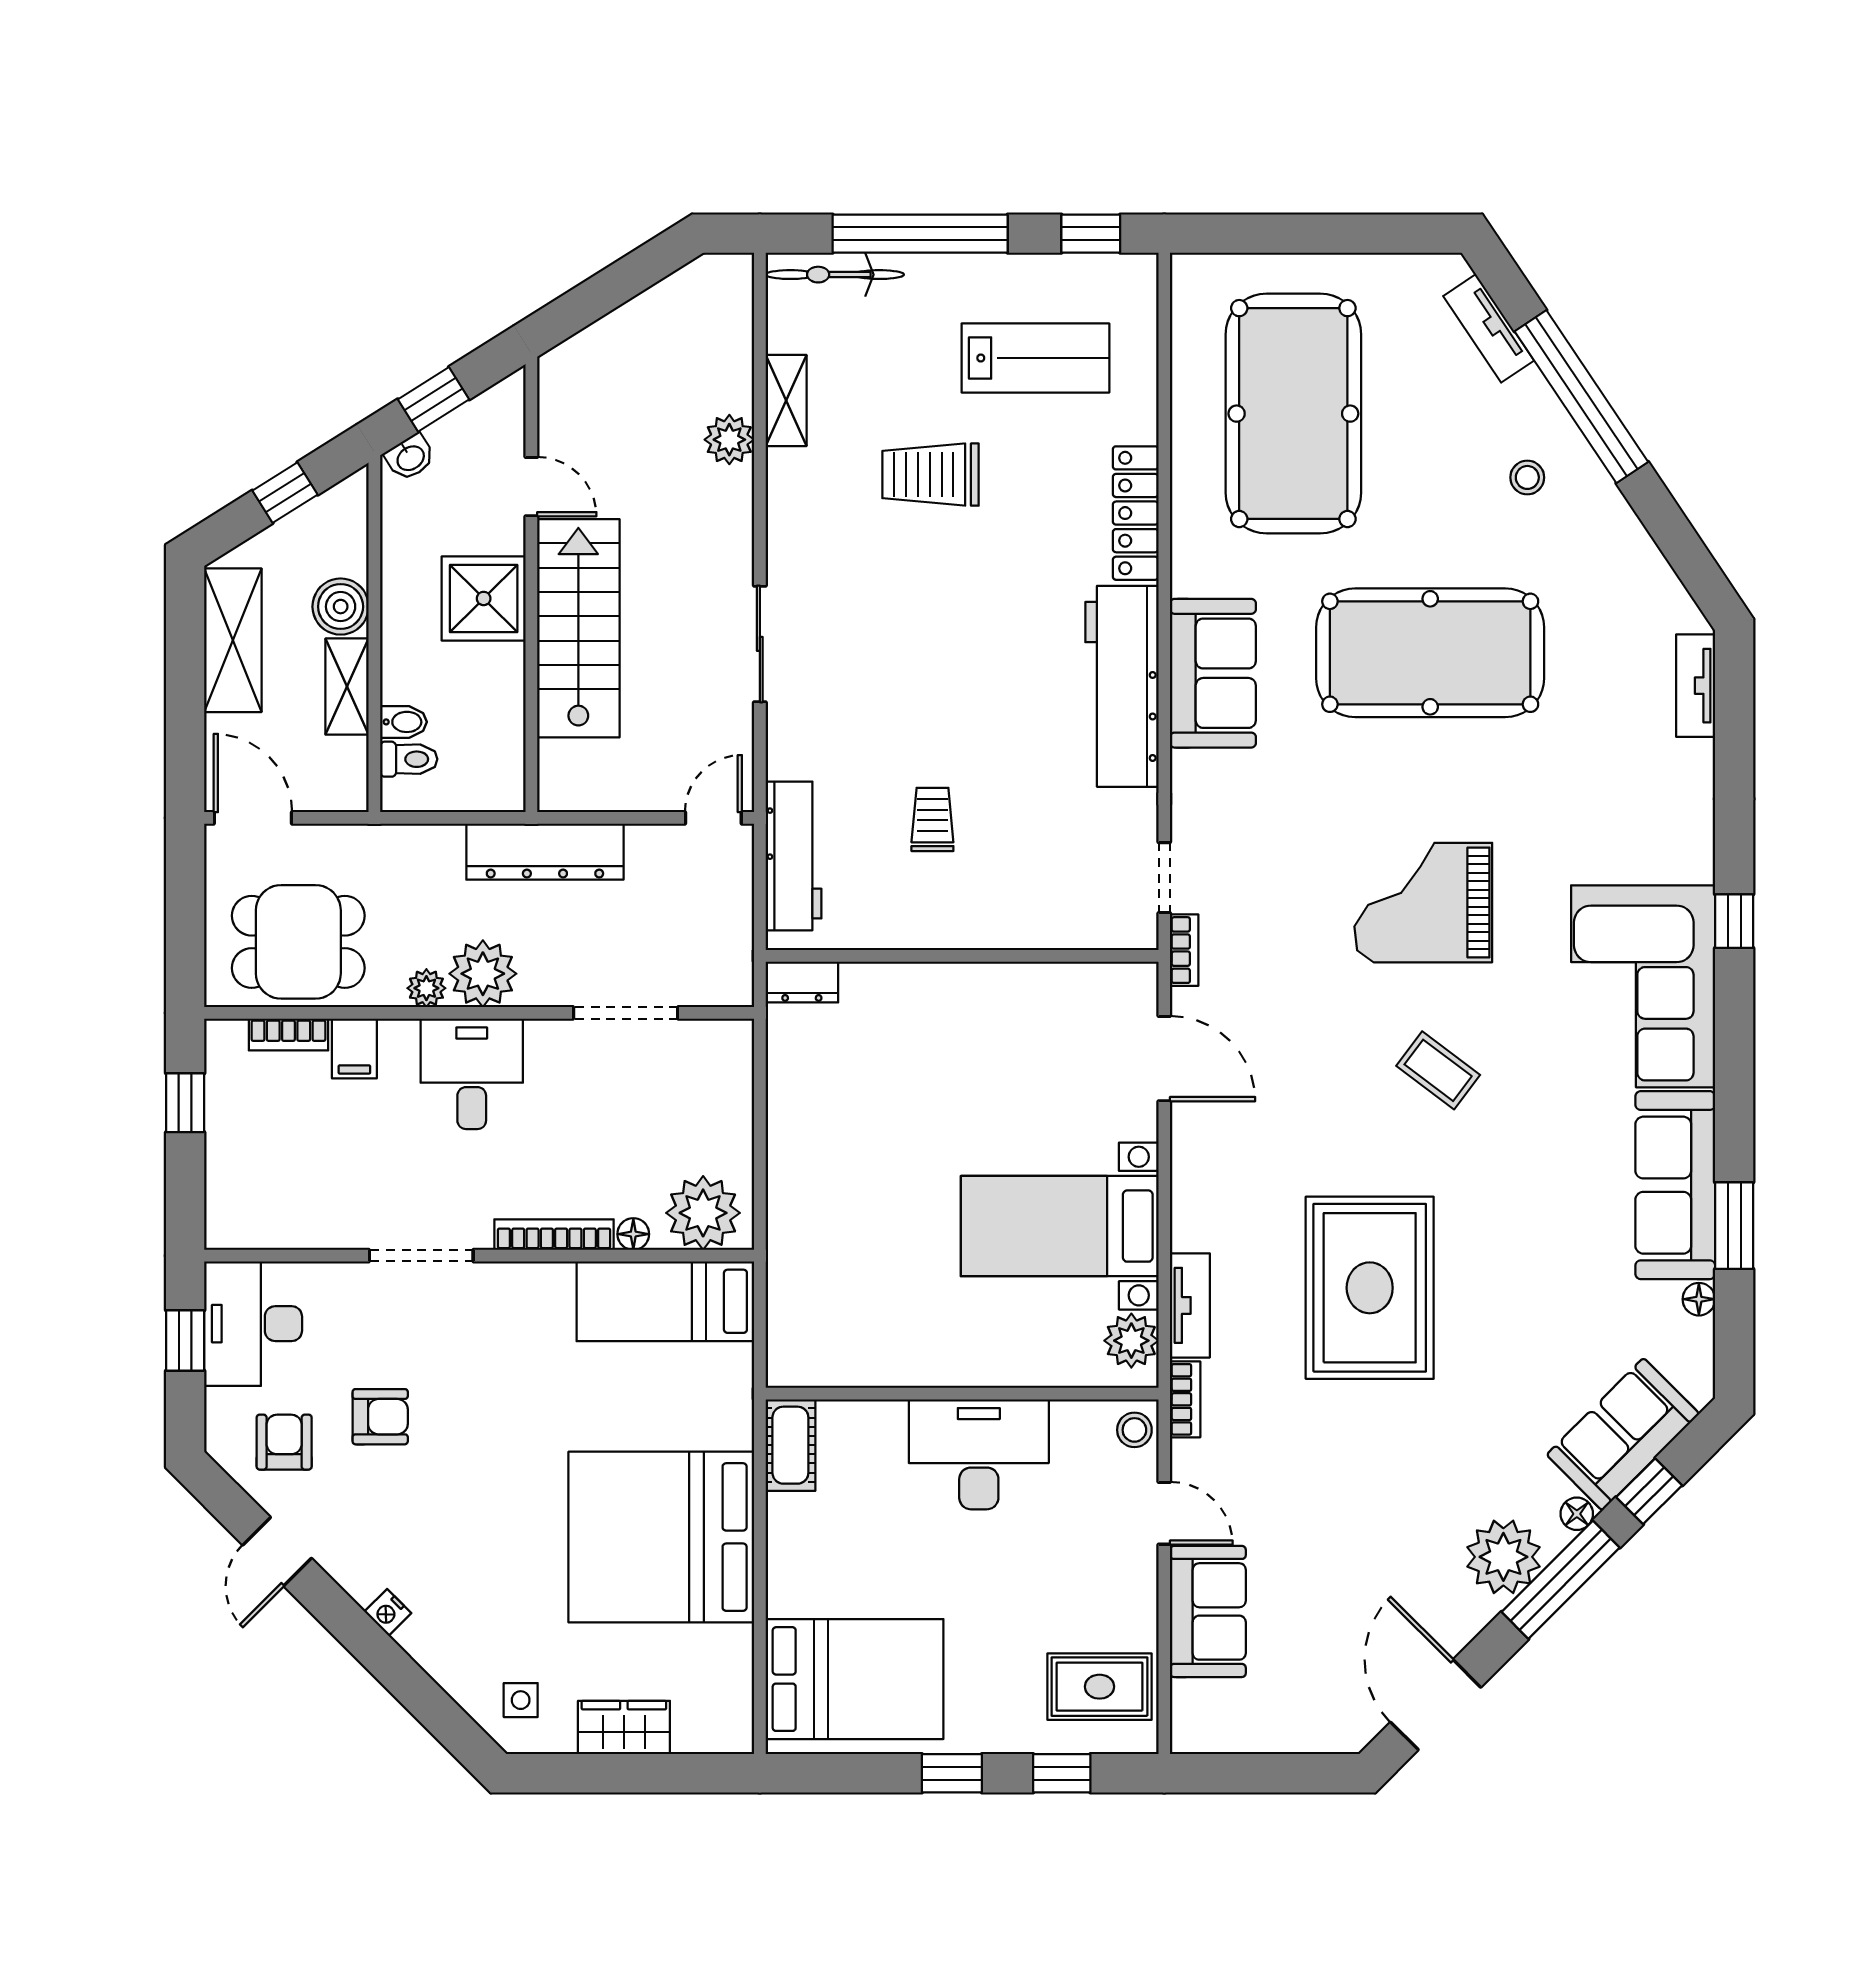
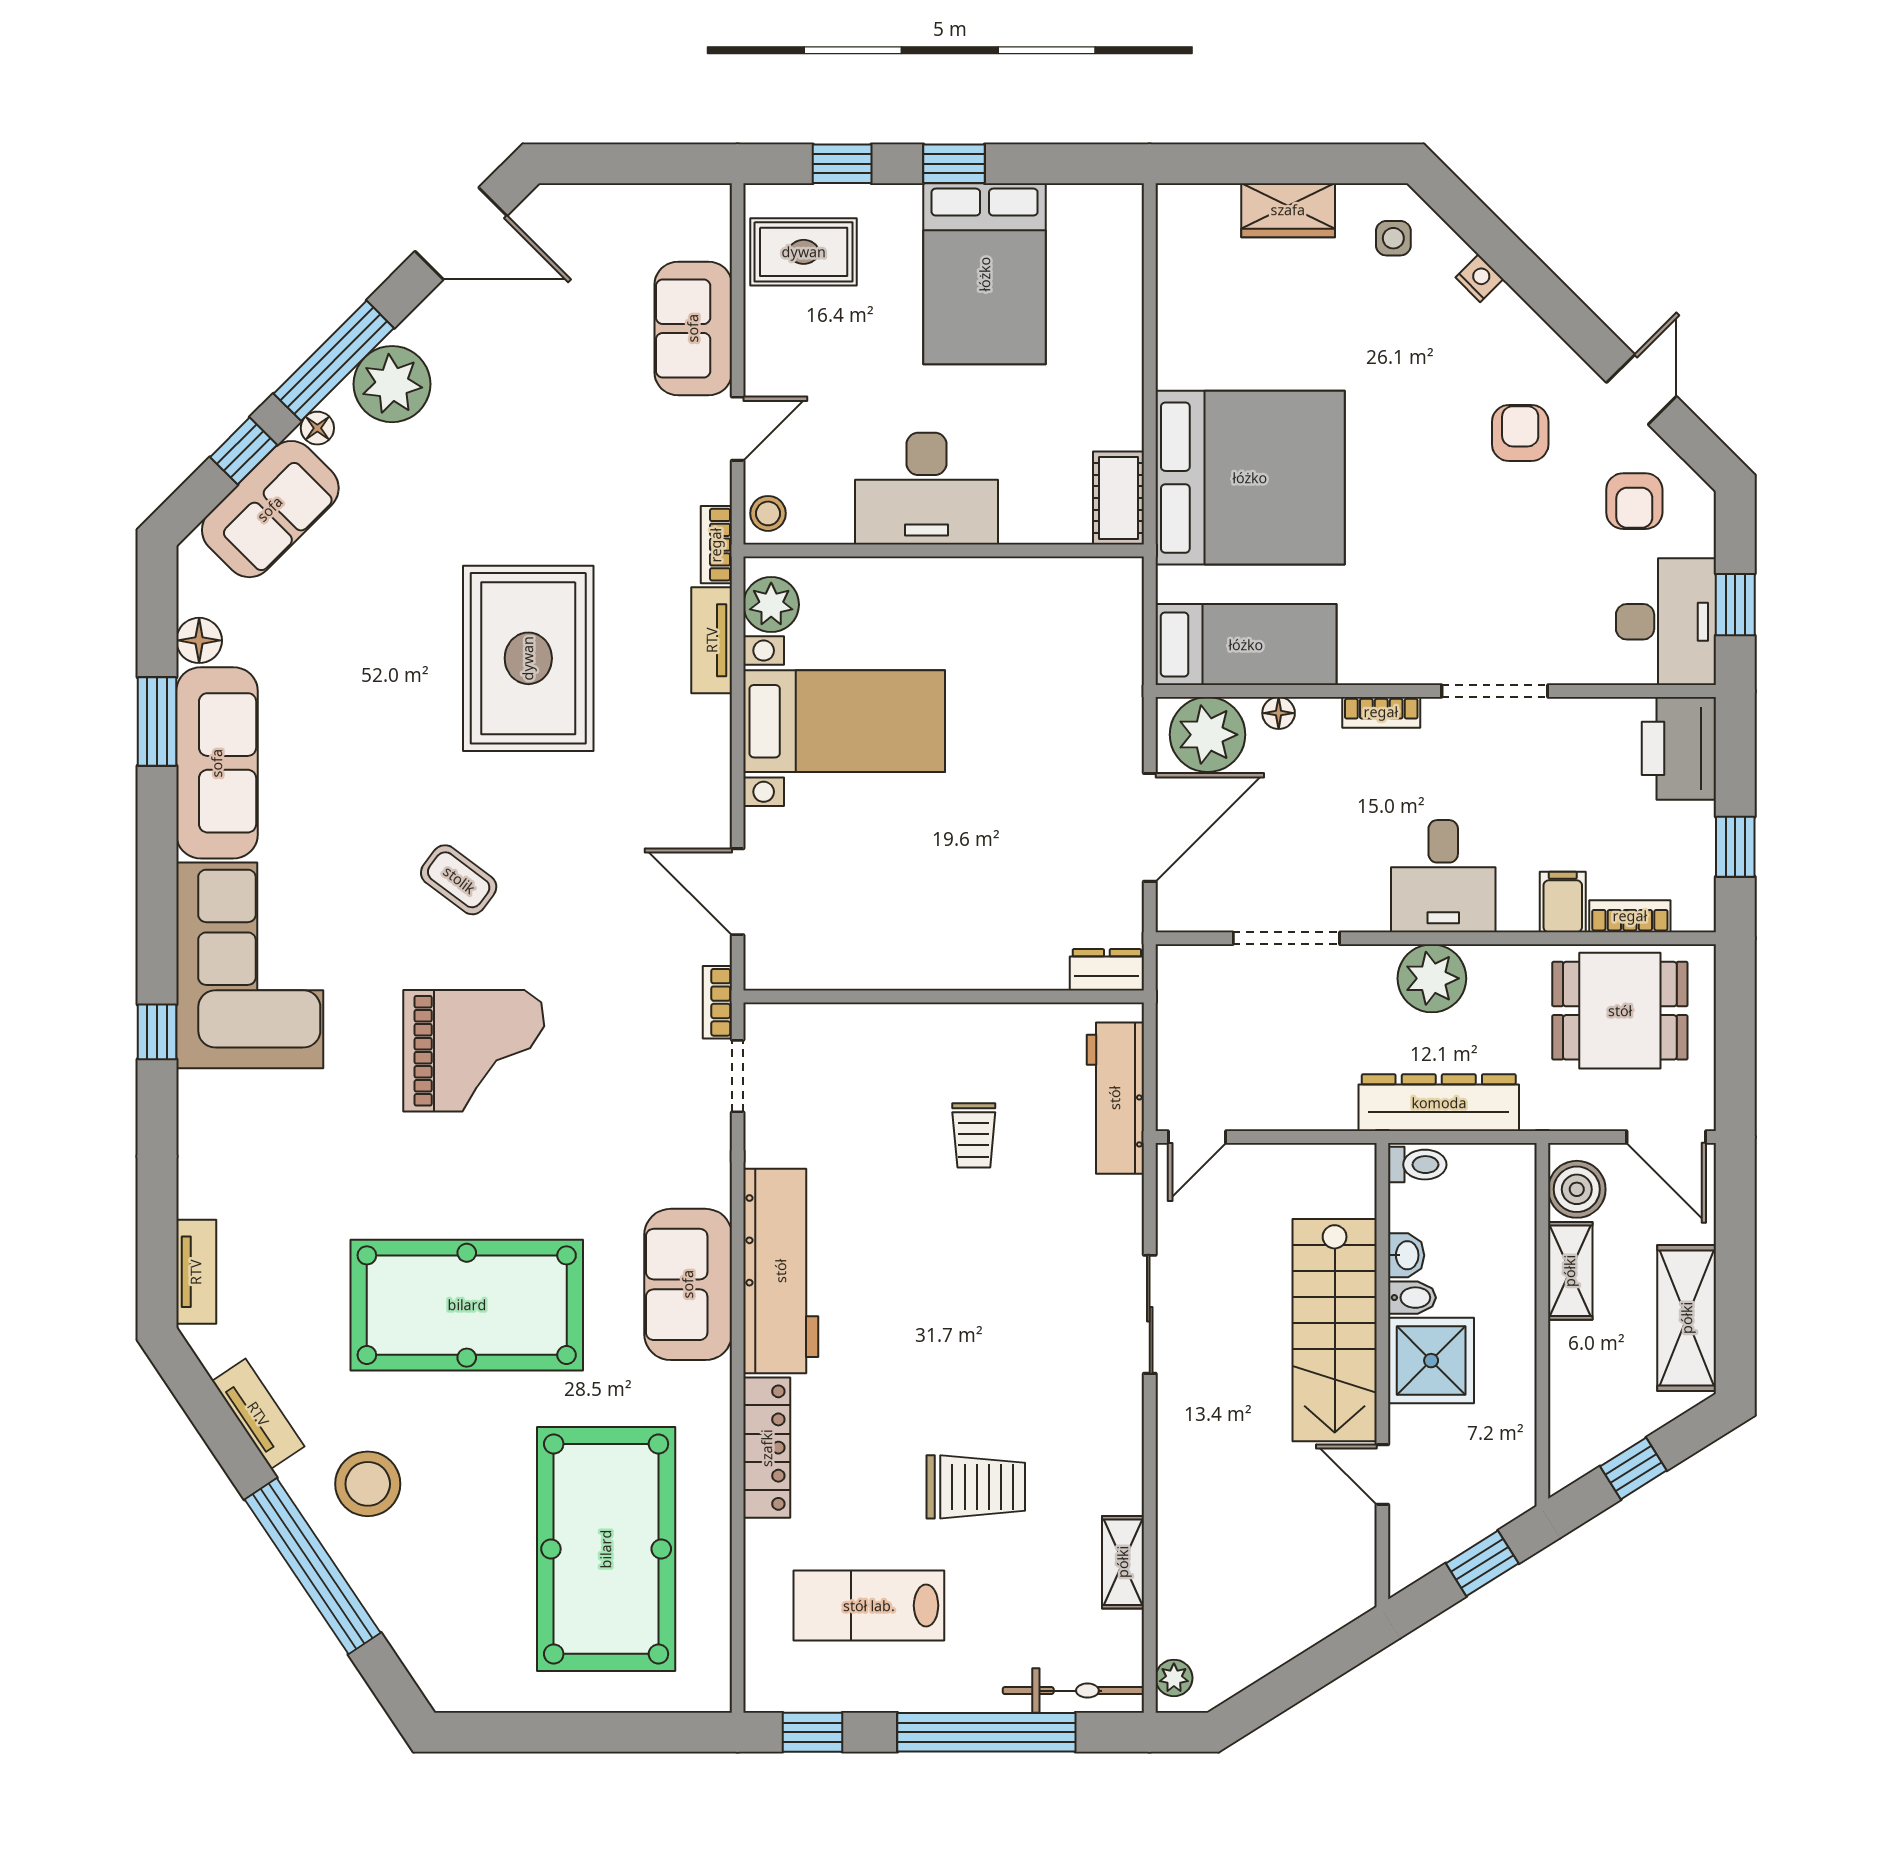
tv unit: (1489, 328) -> (258, 1414), moved
plant: (729, 440) -> (1174, 1678), moved, width x0.73, depth x0.73
washbasin: (410, 457) -> (1406, 1255), moved, turned 122
stool: (1527, 477) -> (368, 1484), width x1.89, depth x1.89
boiler: (341, 607) -> (1577, 1189), moved
bidet: (404, 722) -> (1412, 1298), moved, turned 180
toilet: (409, 759) -> (1417, 1165), moved, turned 180
dresser: (545, 852) -> (1439, 1103), moved
plant: (426, 988) -> (1489, 964), removed
door: (760, 1122) -> (1150, 827), added
printer: (240, 1199) -> (1679, 748), added
bookcase: (554, 1235) -> (1381, 712), width x0.64
floor lamp: (1699, 1299) -> (199, 640), width x1.37, depth x1.37
armchair: (380, 1417) -> (1520, 433), moved, turned 90
door: (1164, 1513) -> (738, 429), swing flipped
bed: (661, 1537) -> (1250, 478), moved
nightstand: (388, 1612) -> (1479, 278), moved
bed: (854, 1679) -> (985, 274), moved, turned -90
door: (1436, 1705) -> (461, 234), hinge flipped

